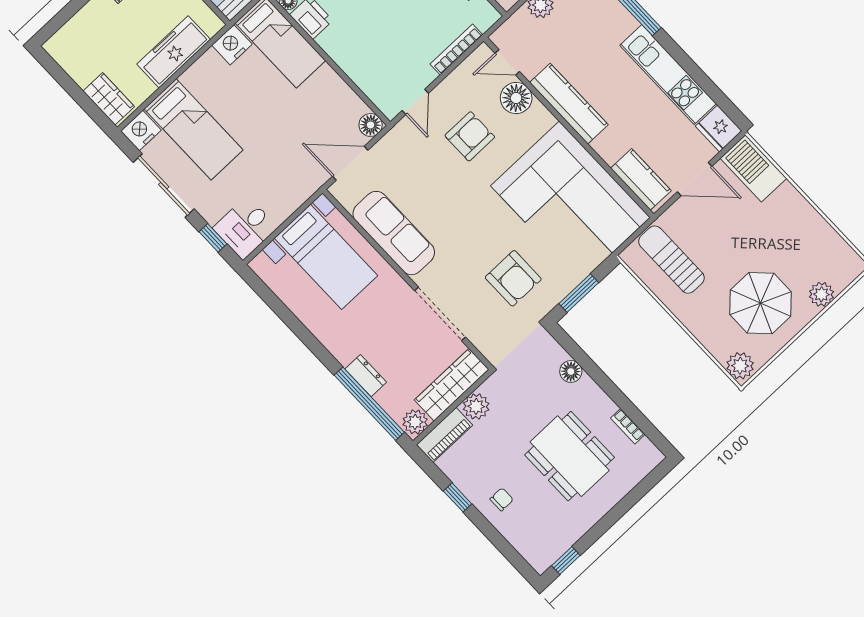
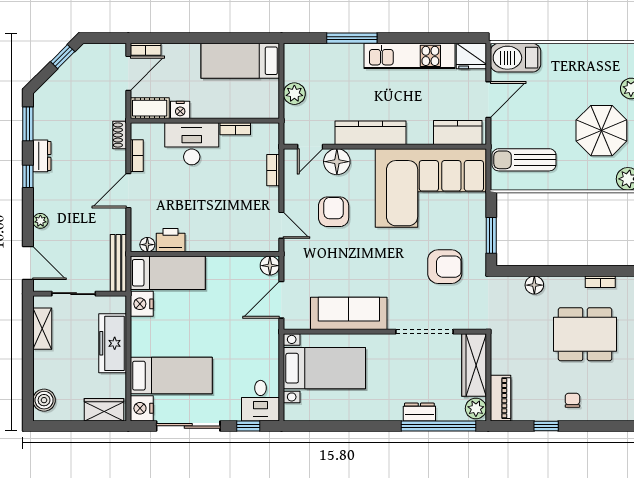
boiler: (68, 39) -> (44, 400), added
bookcase: (456, 50) -> (273, 170), width x0.64
plant: (476, 406) -> (501, 363), removed

